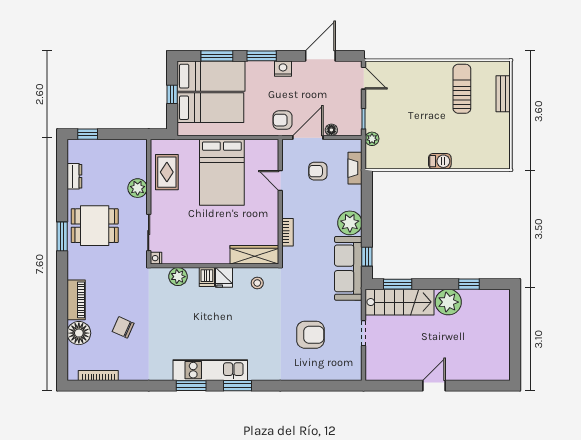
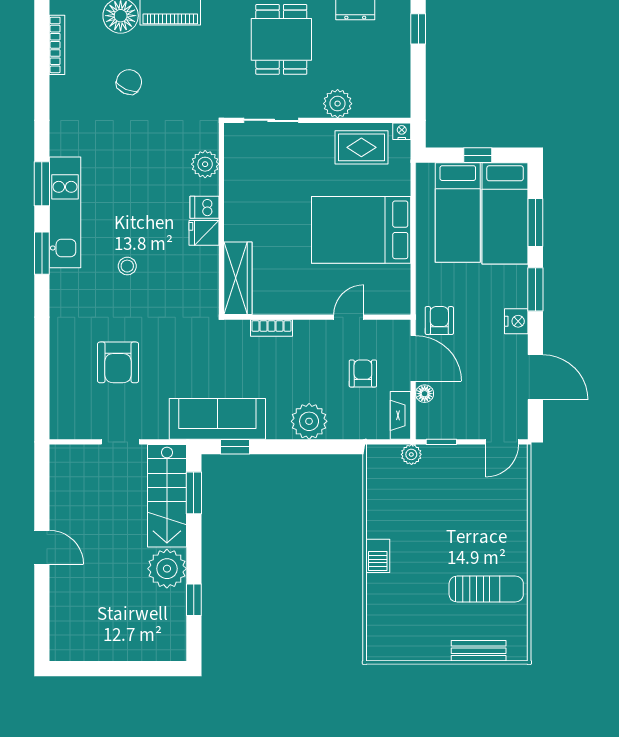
fireplace: (355, 168) -> (400, 415), moved, turned -90
plant: (350, 223) -> (309, 421), moved
nightstand: (156, 258) -> (402, 131), moved
stool: (257, 283) -> (127, 266), moved

